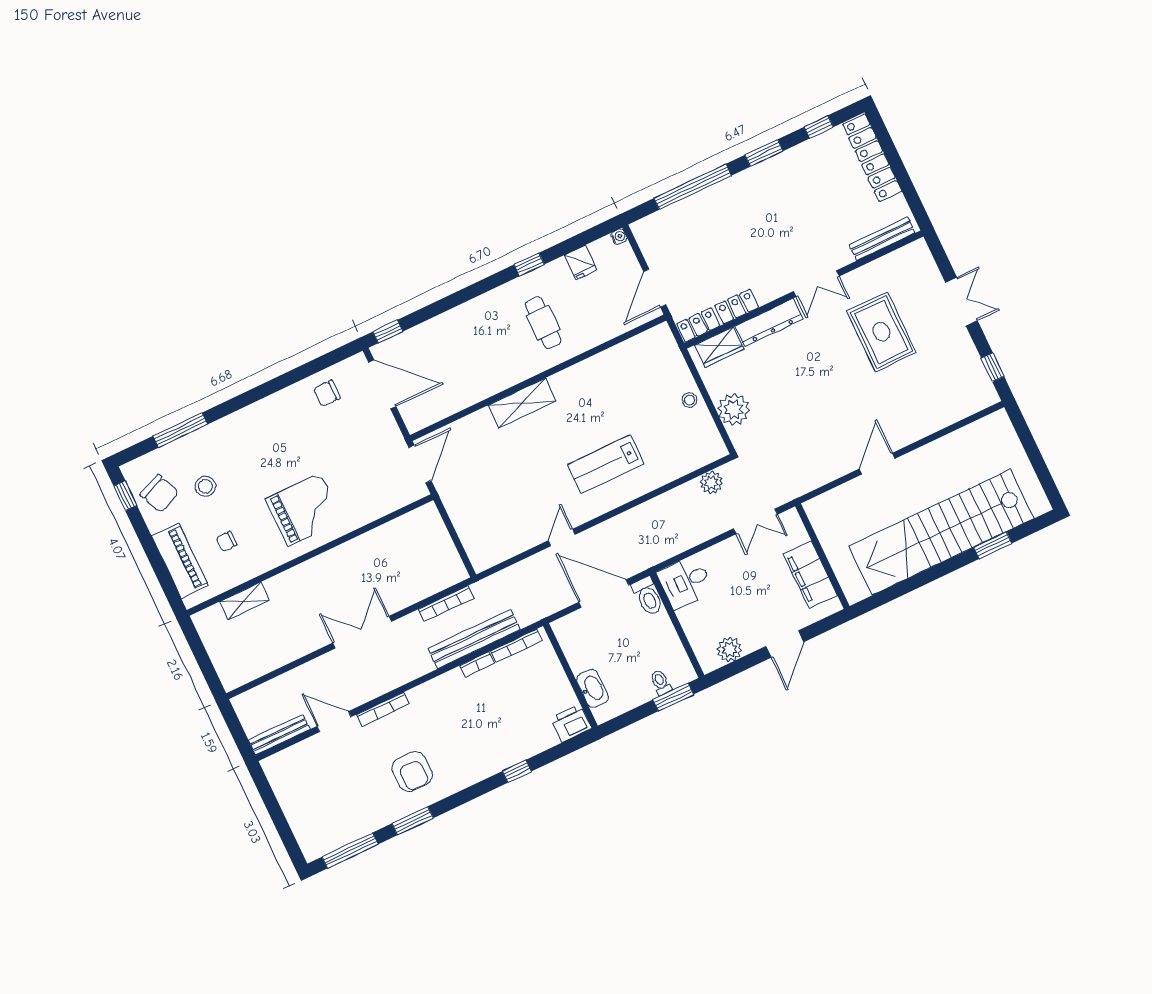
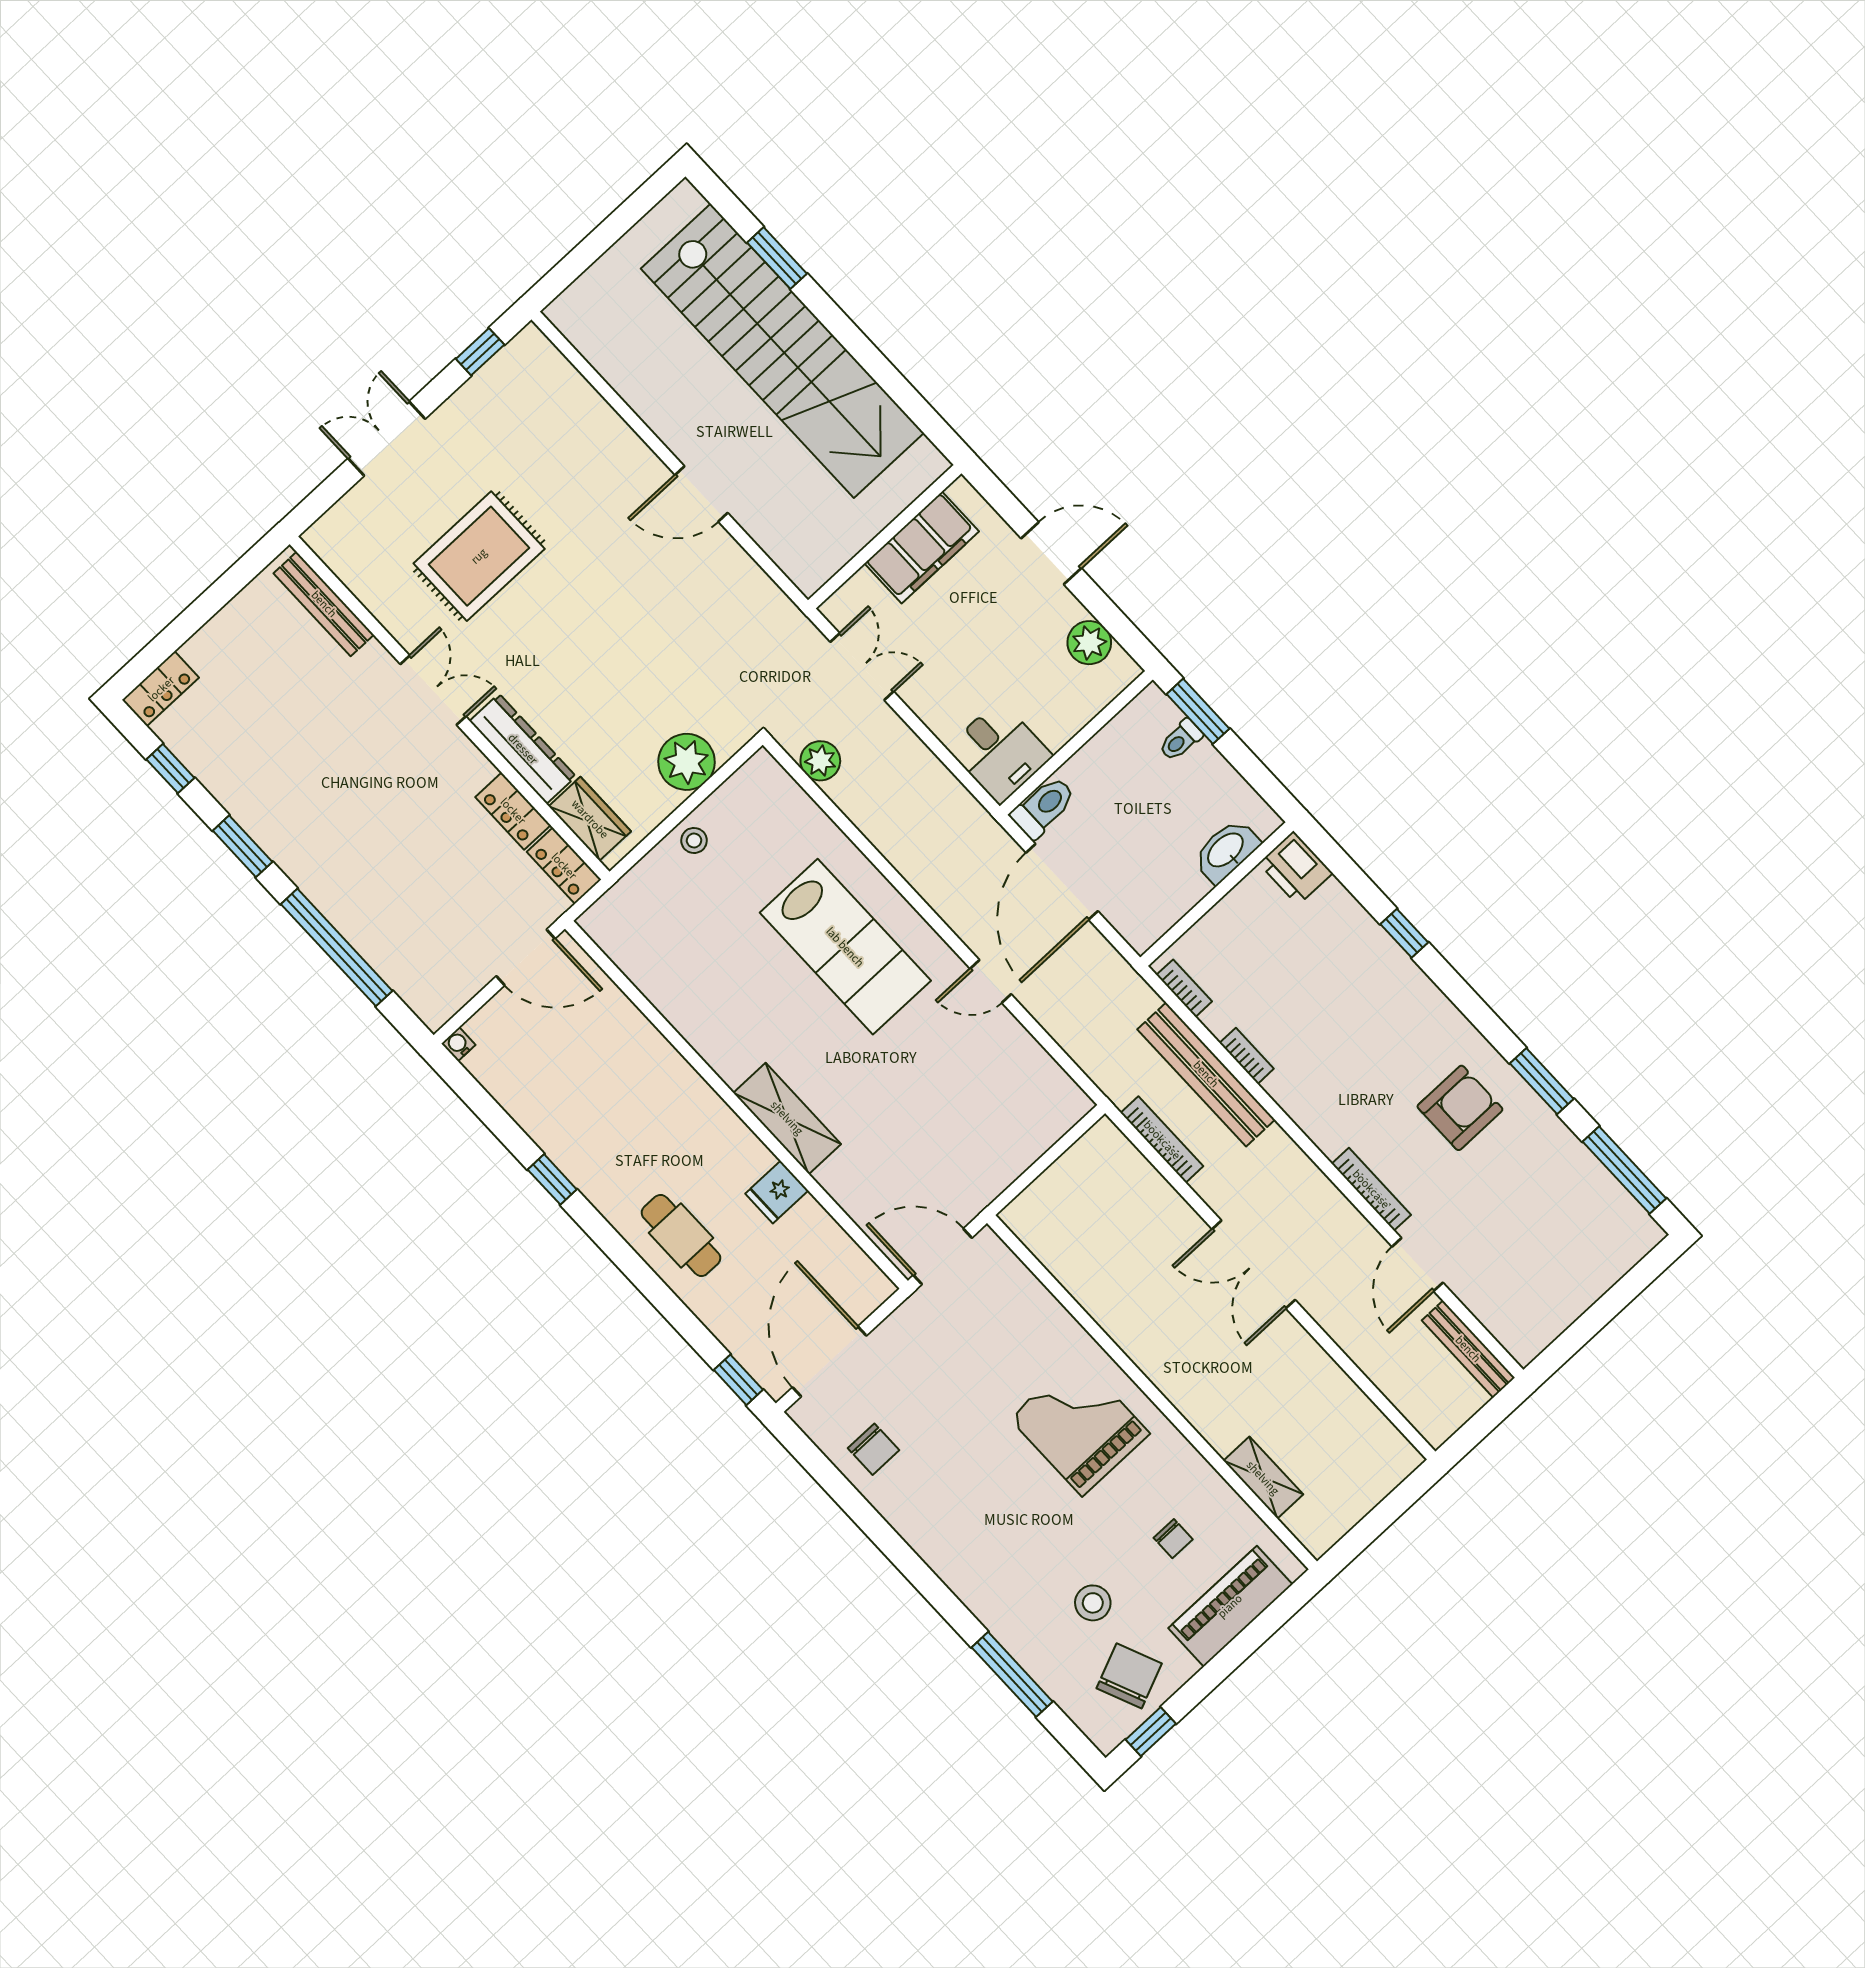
locker: (872, 158) -> (161, 689), width x0.46, depth x0.83
fridge: (581, 263) -> (777, 1192), moved, turned 180
cafe table: (543, 323) -> (681, 1235), moved, turned 90
lab bench: (606, 464) -> (845, 947), width x1.36, depth x1.39
bookcase: (516, 646) -> (1184, 988), width x0.64

